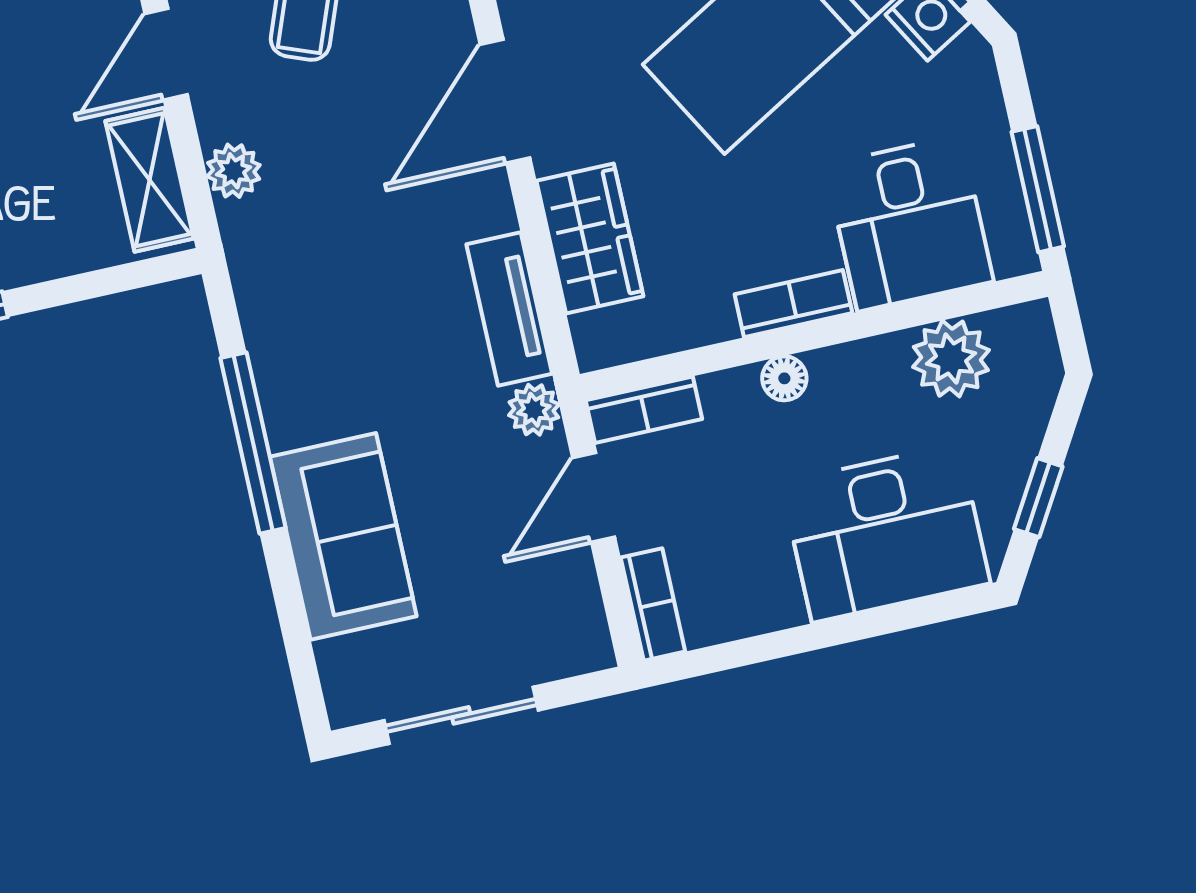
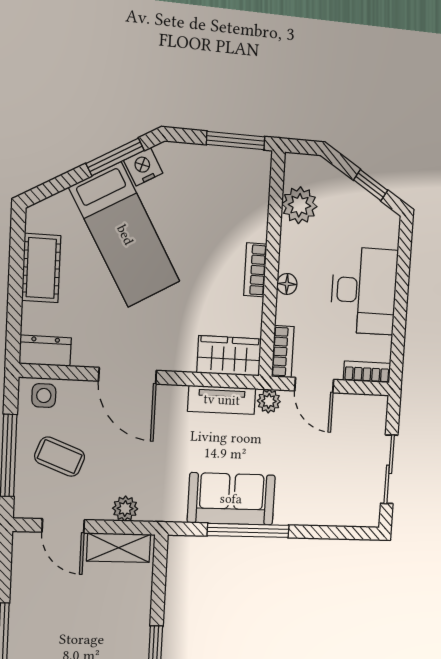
desk: (909, 223) -> (234, 205), removed
wardrobe: (590, 238) -> (229, 356), moved
desk: (886, 533) -> (364, 291), moved
sofa: (343, 536) -> (231, 499), moved

